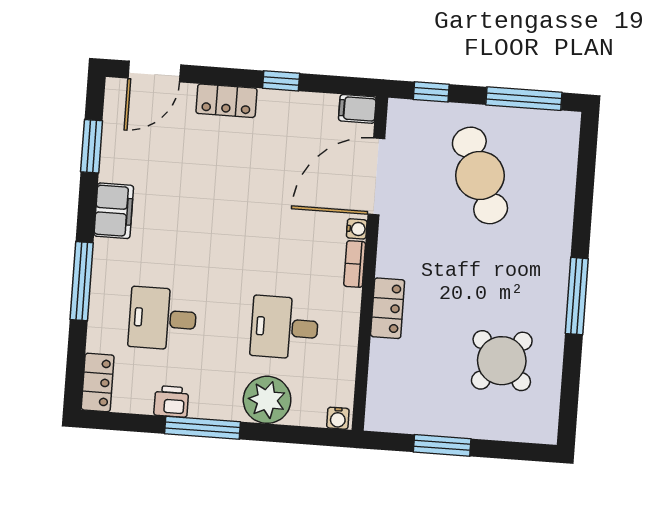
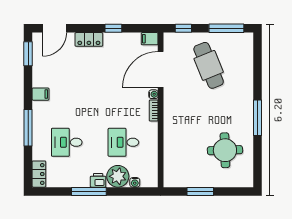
window: (92, 146) -> (28, 54), moved
filing cabinet: (114, 211) -> (41, 94), width x0.50
locker: (388, 308) -> (170, 130), removed
round table: (502, 361) -> (225, 150), turned 45
printer: (171, 401) -> (98, 180), moved
water cooler: (338, 418) -> (135, 182), moved

